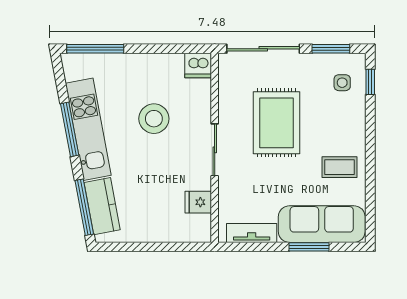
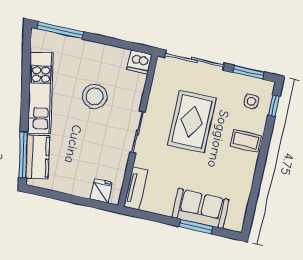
window: (70, 129) -> (25, 90), removed
coffee table: (339, 167) -> (246, 141), moved
fridge: (198, 202) -> (101, 191), moved, turned 90
sofa: (322, 224) -> (201, 209), width x0.73
tv unit: (252, 233) -> (136, 188), moved, turned 90

